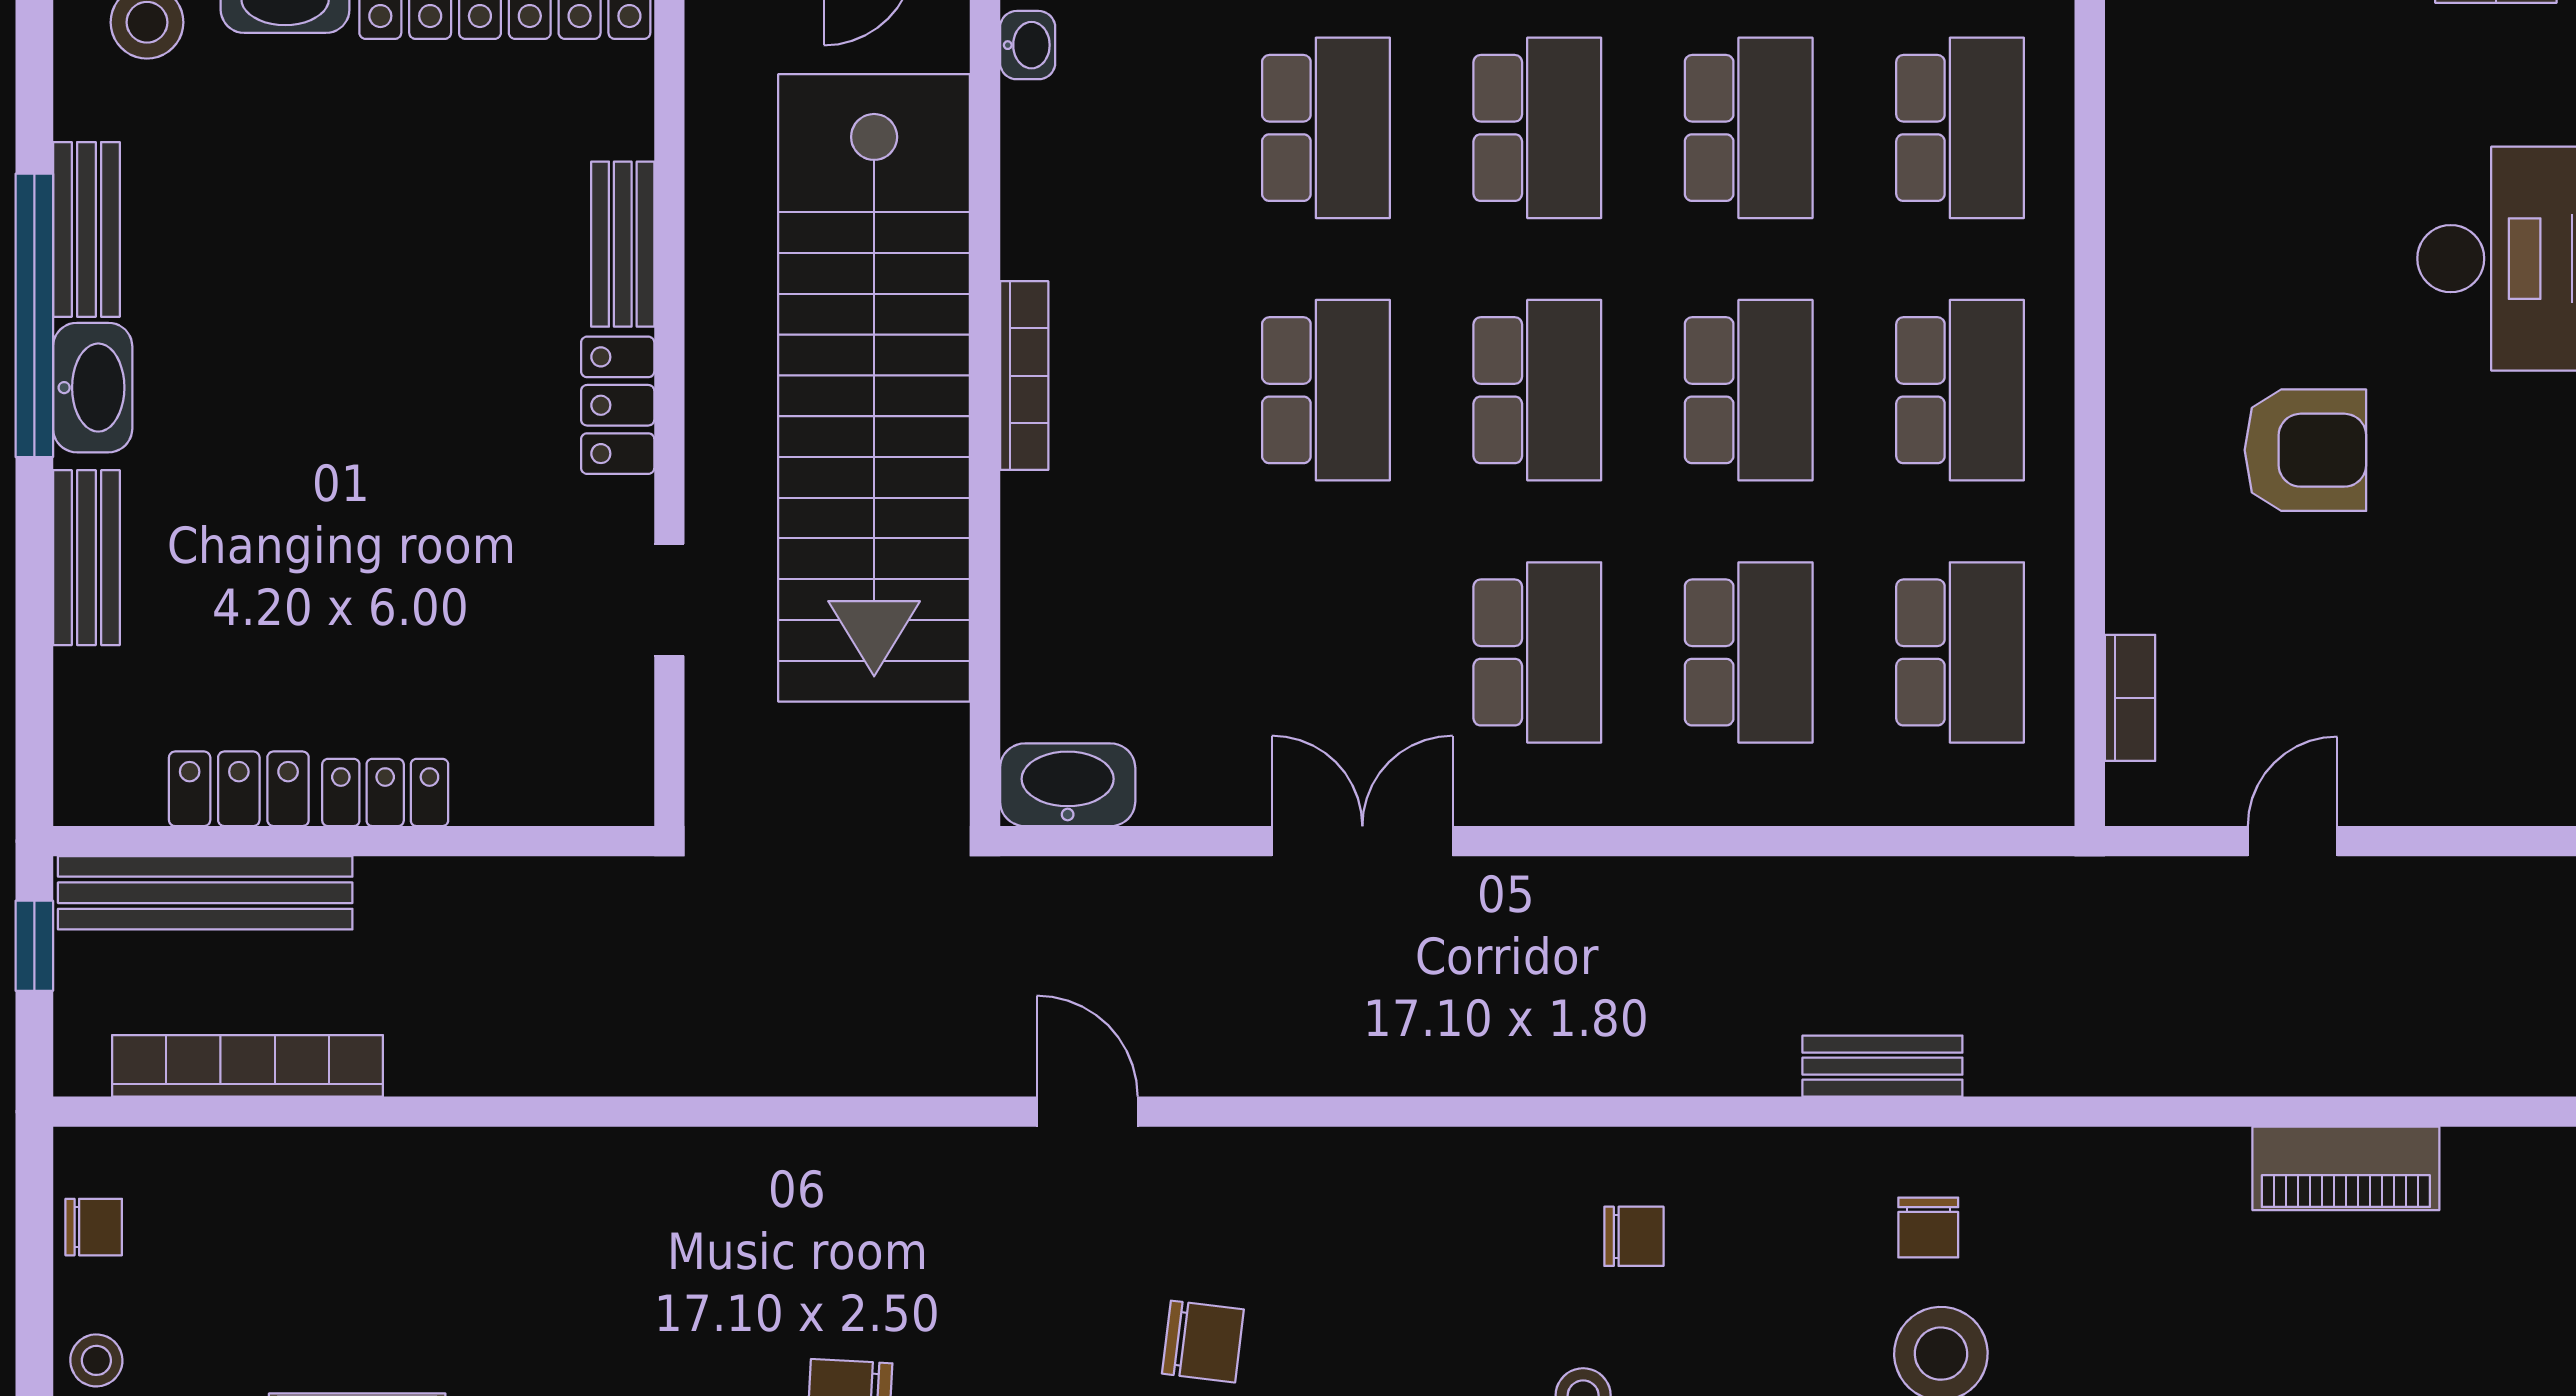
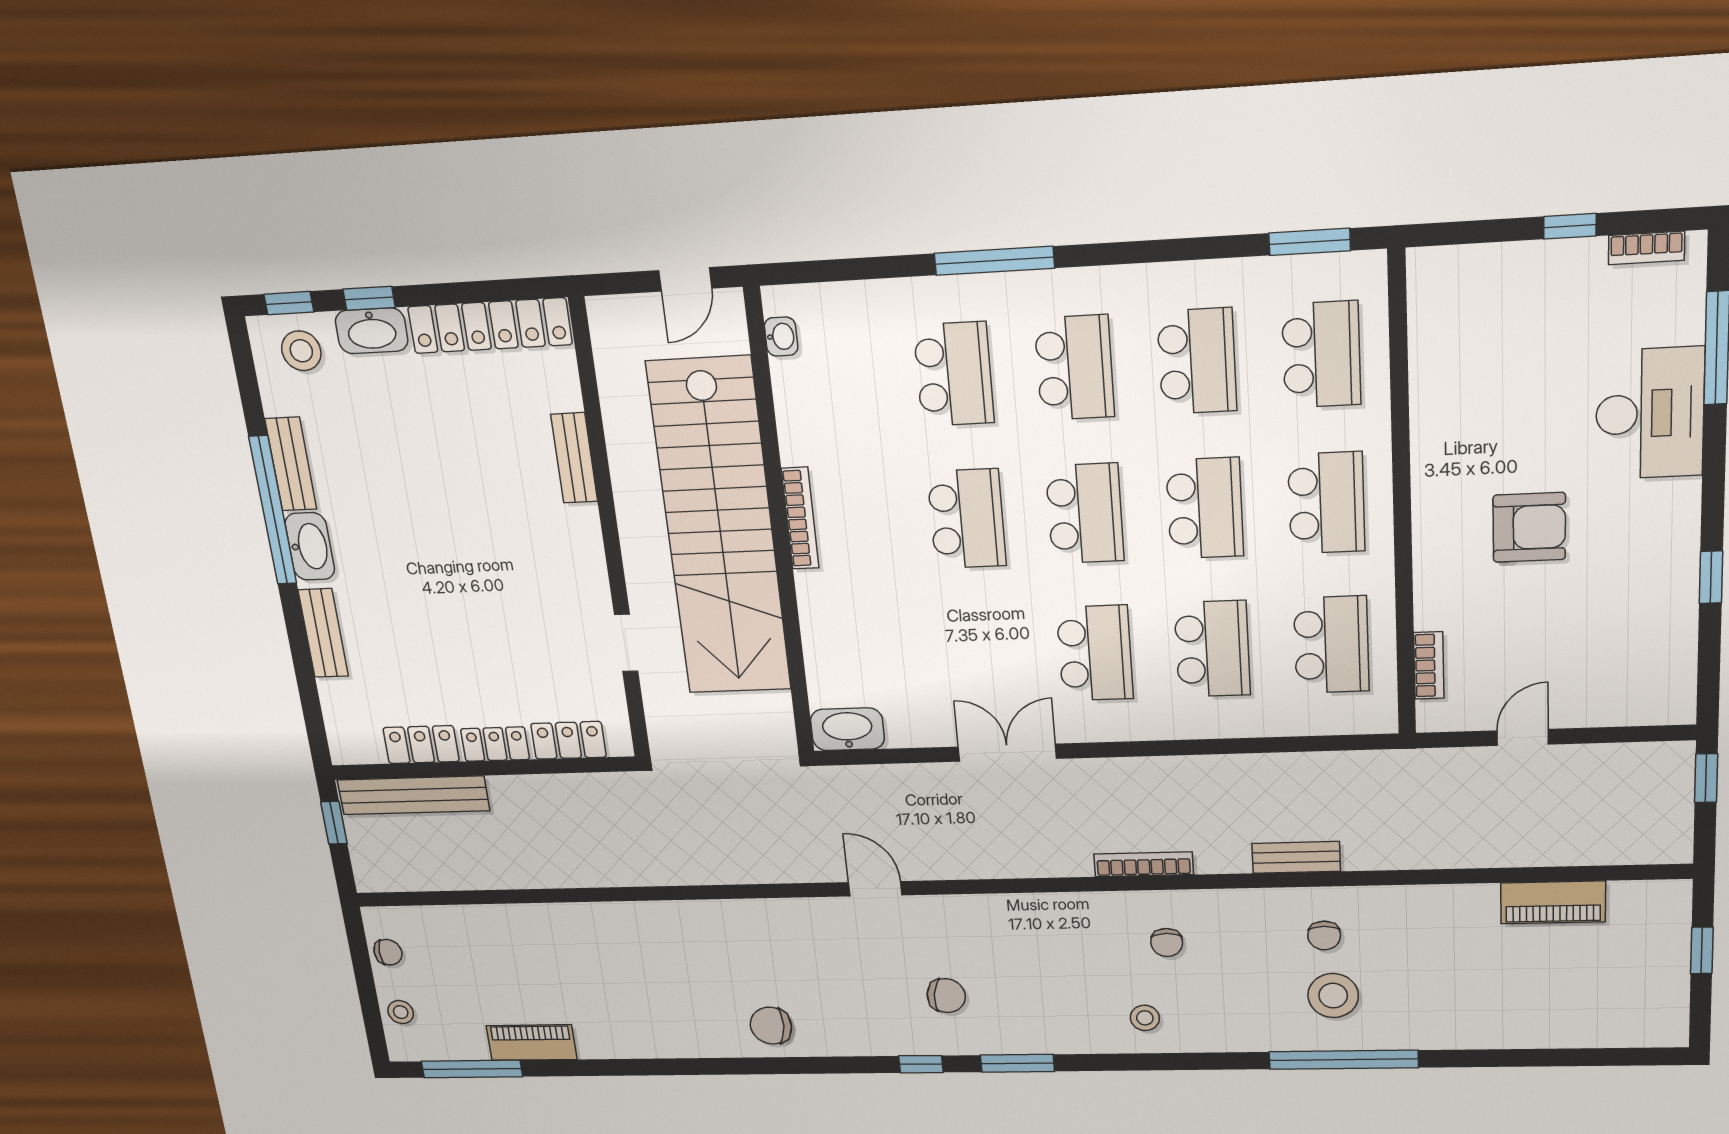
locker: (618, 405) -> (568, 740), moved, turned 90
bookcase: (248, 1066) -> (1144, 864), moved, width x0.68, depth x0.76
chair: (1634, 1236) -> (1167, 943), turned 90

